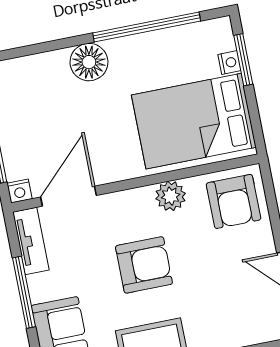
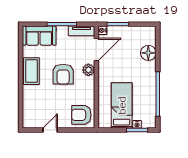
floor lamp: (89, 62) -> (148, 53), moved
bed: (194, 121) -> (122, 105), width x0.67
door: (69, 196) -> (96, 50), hinge flipped
plant: (171, 196) -> (88, 70), moved

